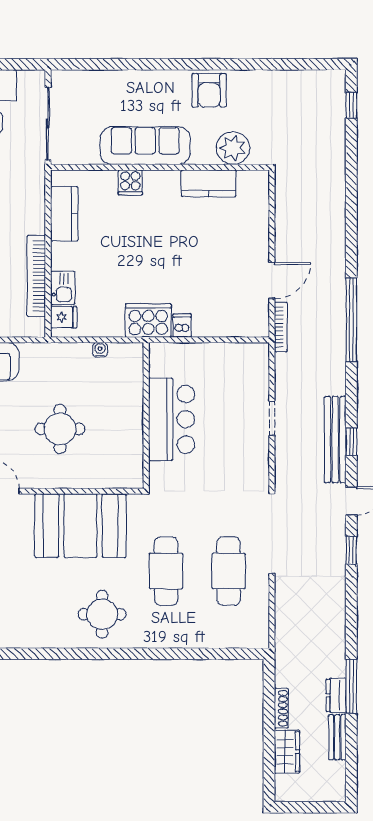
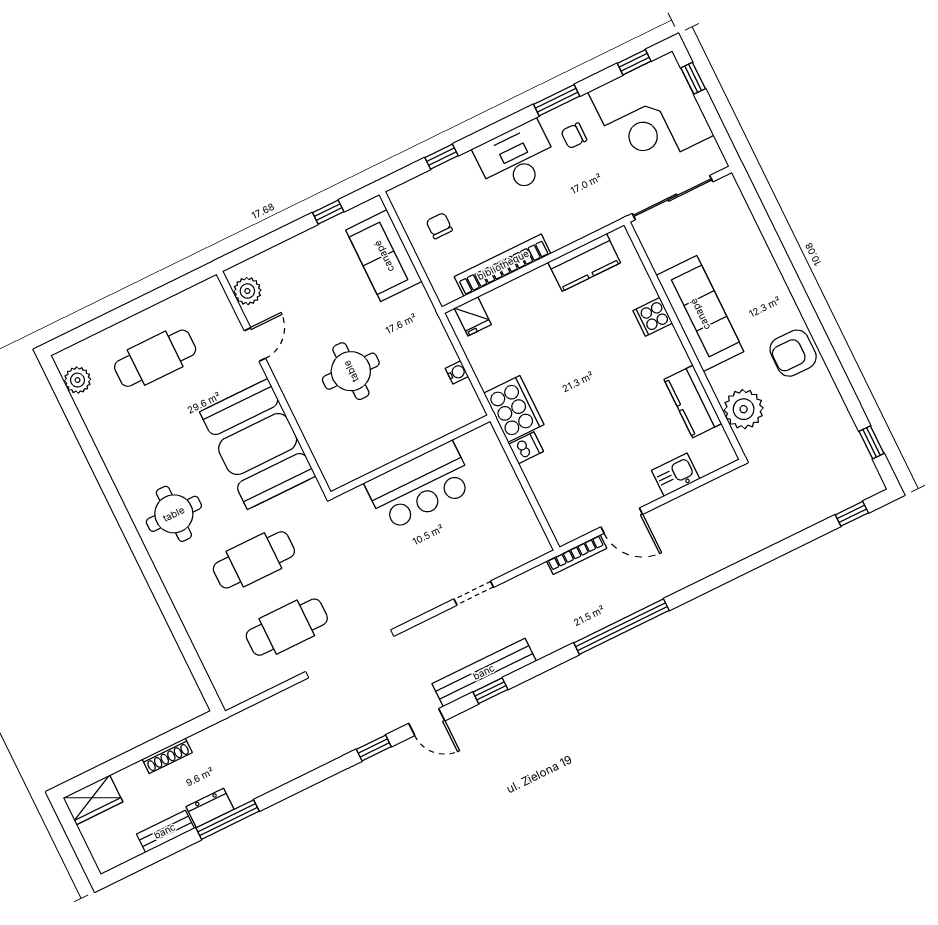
window: (305, 64) -> (871, 442), added
kitchen sink: (63, 288) -> (676, 475), moved, turned 180
wardrobe: (287, 752) -> (93, 800), moved

